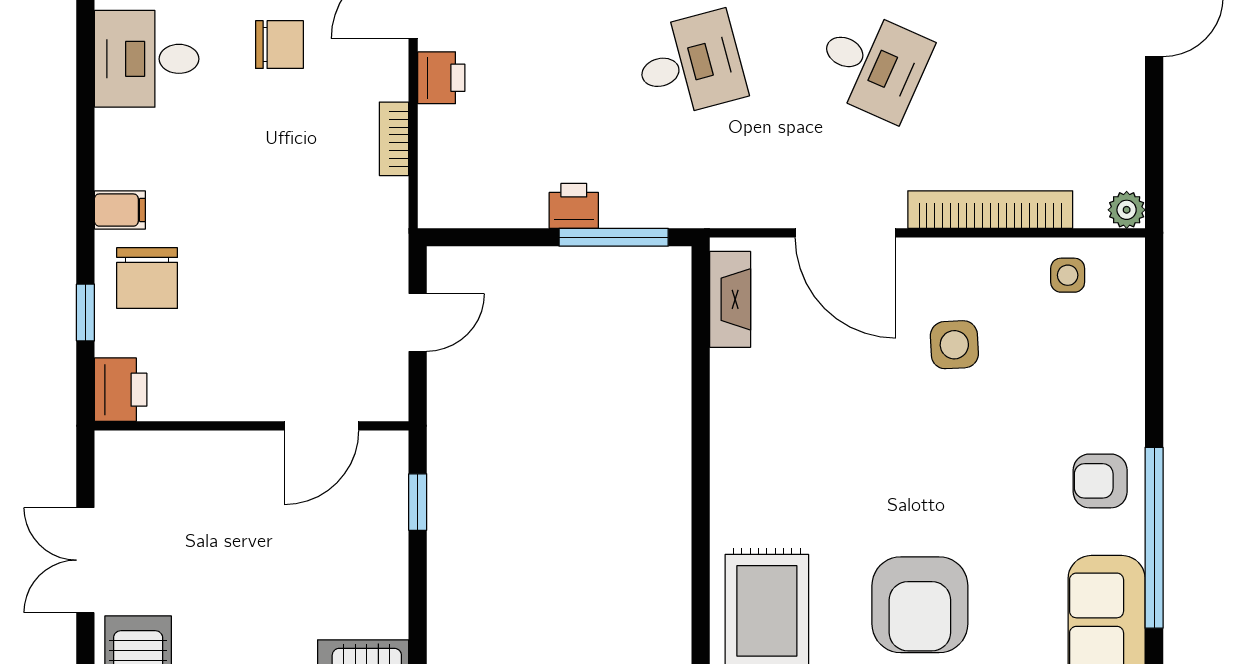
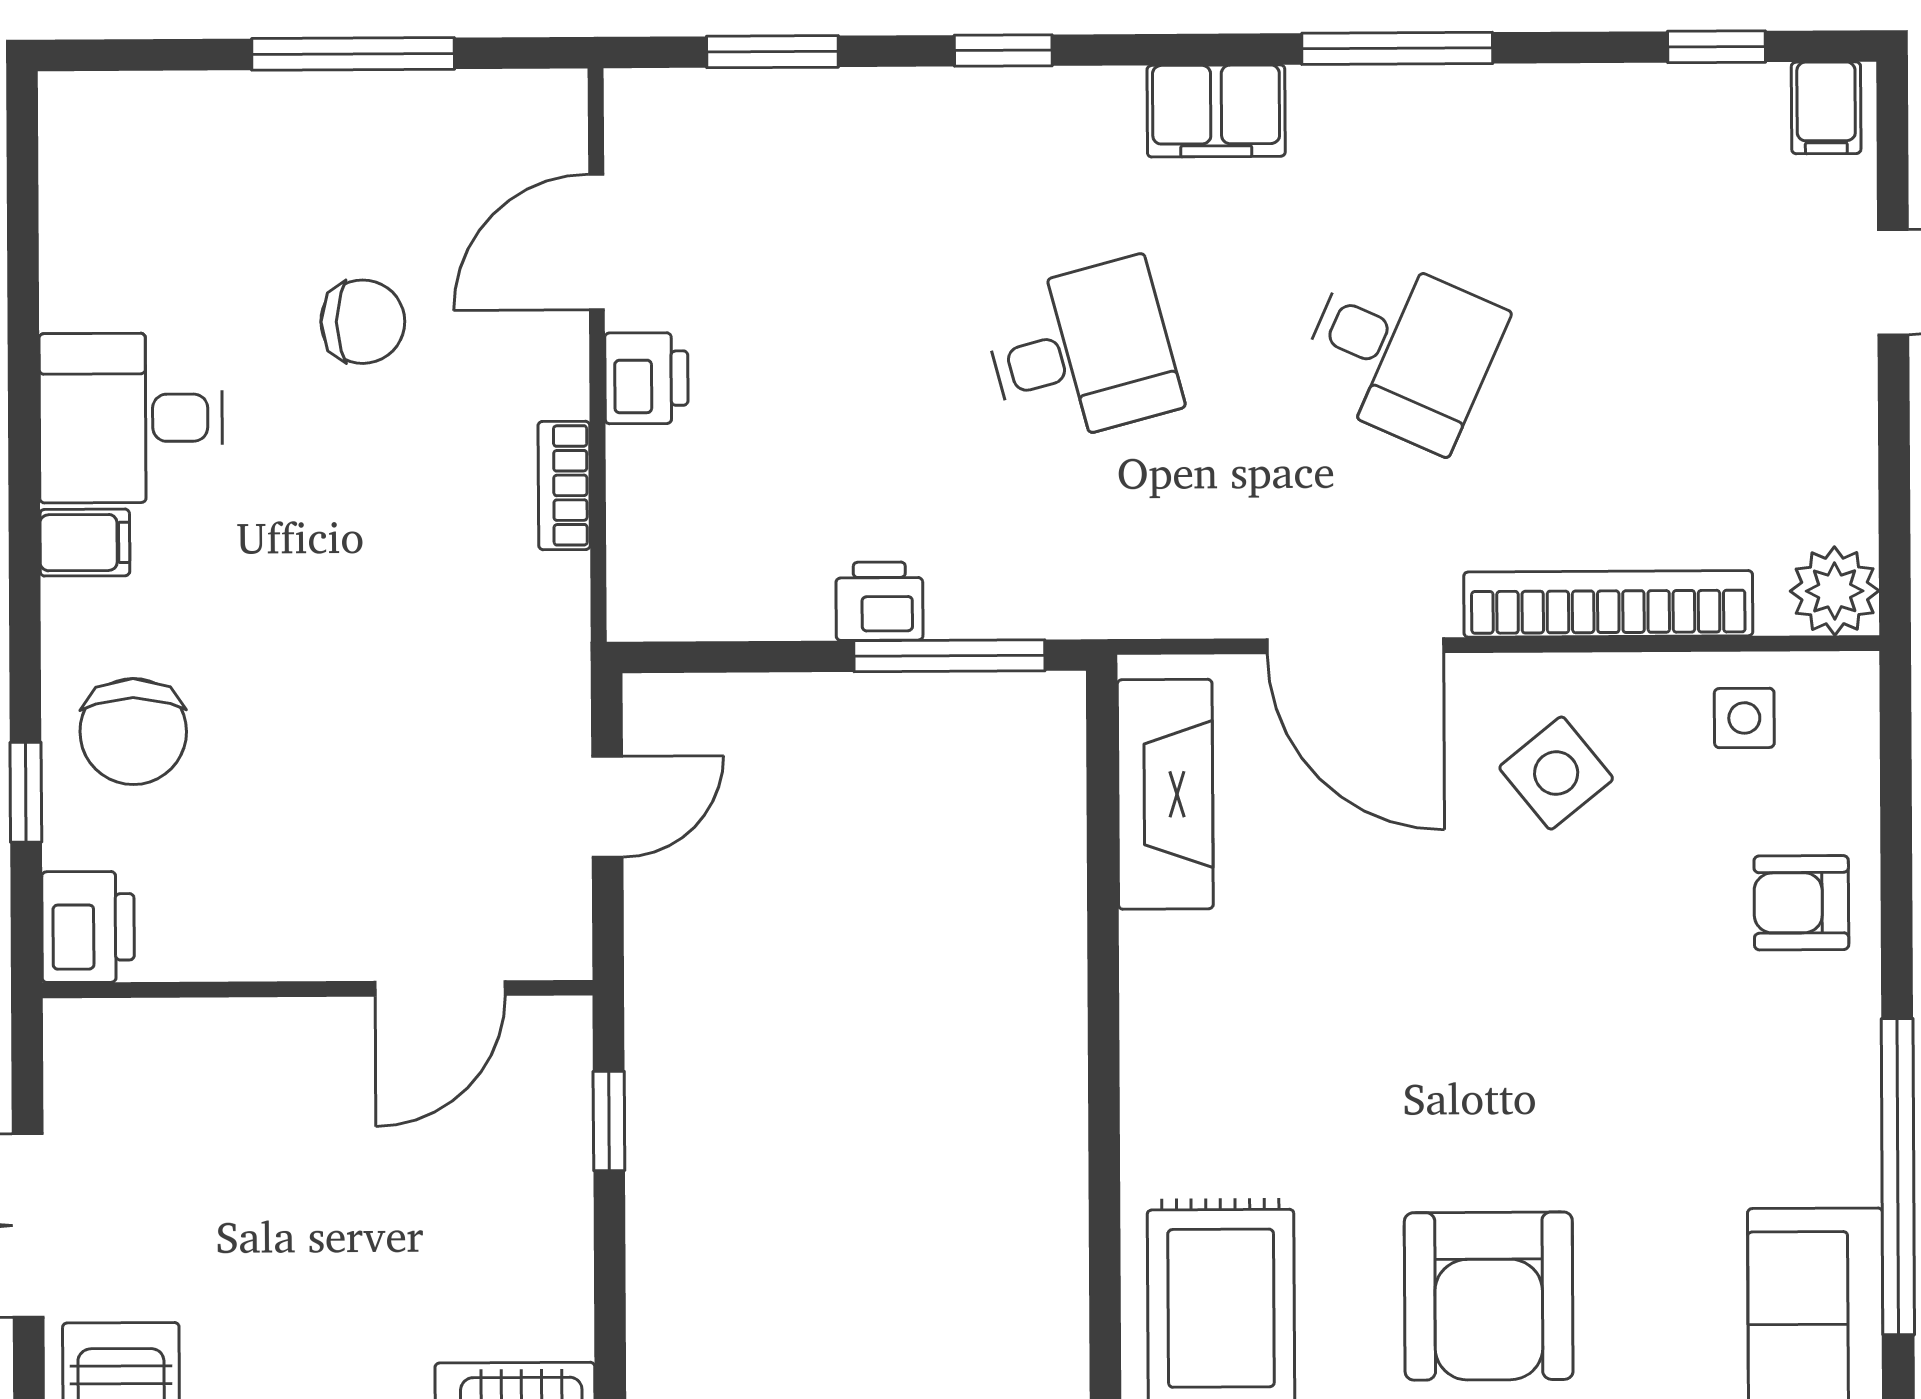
desk: (147, 59) -> (131, 418), moved
filing cabinet: (120, 210) -> (85, 543), moved
plant: (1127, 210) -> (1835, 591), width x1.38, depth x1.38
fireplace: (730, 299) -> (1165, 794), width x1.37, depth x1.32
side table: (954, 345) -> (1556, 773), moved, turned -36
armchair: (1100, 481) -> (1801, 903), moved

